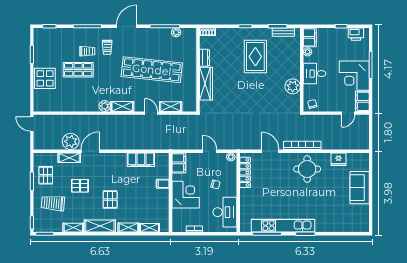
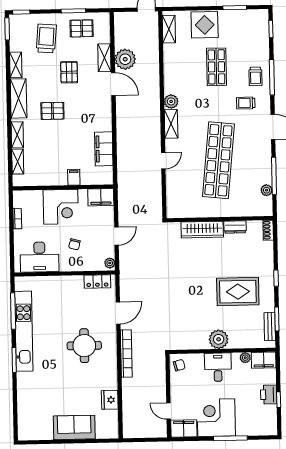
printer: (356, 34) -> (269, 395), moved
trolley: (87, 51) -> (255, 76), moved
plant: (293, 86) -> (219, 339), moved
shelving: (171, 107) -> (169, 29), moved
round table: (307, 169) -> (84, 346), moved
locker: (245, 172) -> (97, 281), width x0.66

